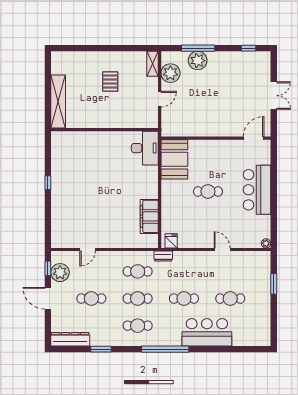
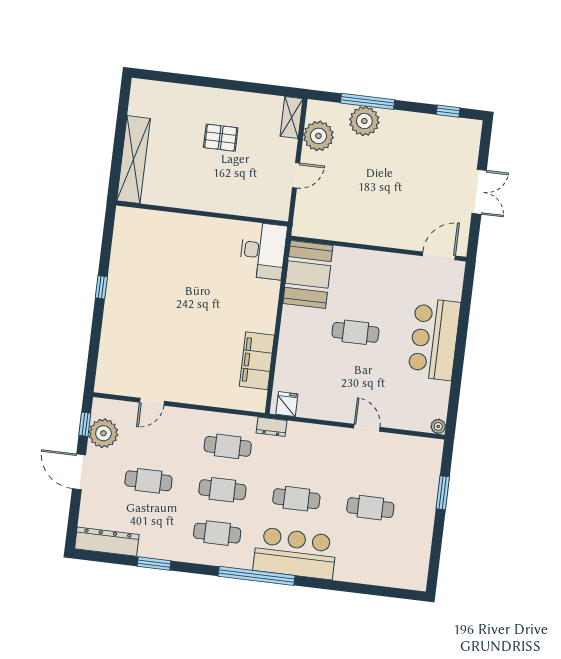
pallet: (110, 82) -> (221, 138), turned 90
bar counter: (207, 332) -> (295, 553), moved

